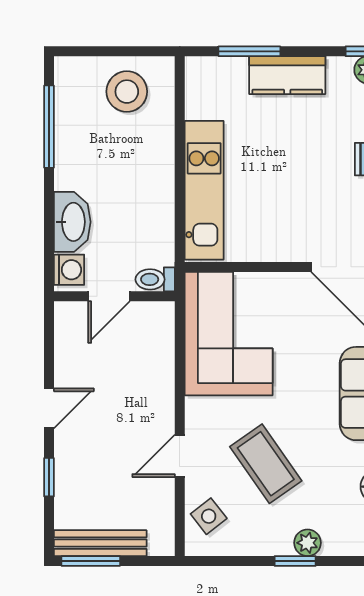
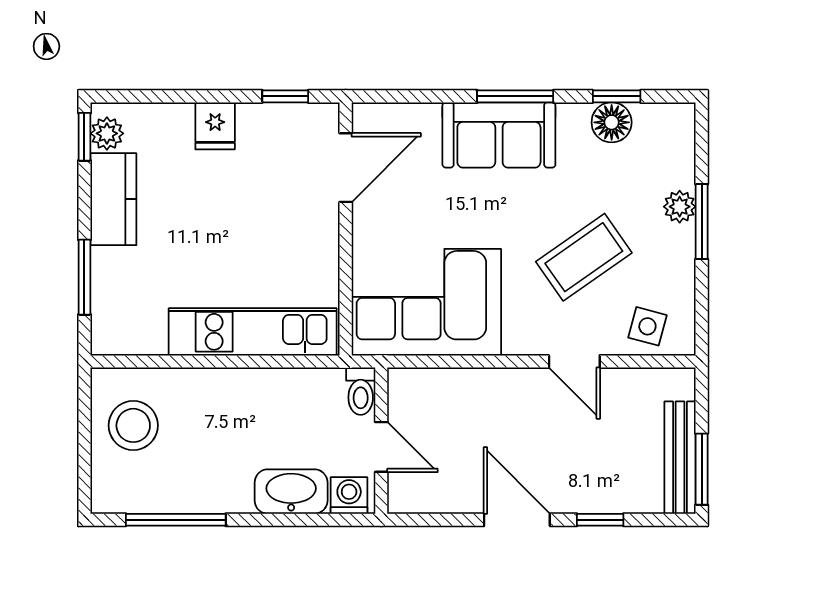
kitchen counter: (287, 75) -> (113, 199), moved
door: (49, 408) -> (517, 520), width x1.38
side table: (209, 516) -> (647, 326), turned -37
window: (295, 561) -> (702, 222), width x1.50

